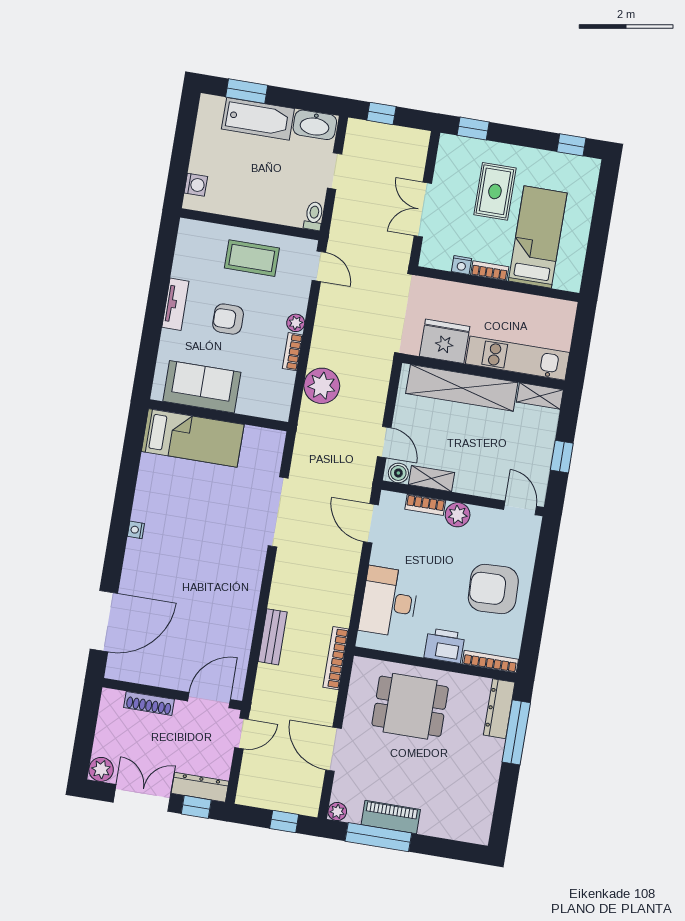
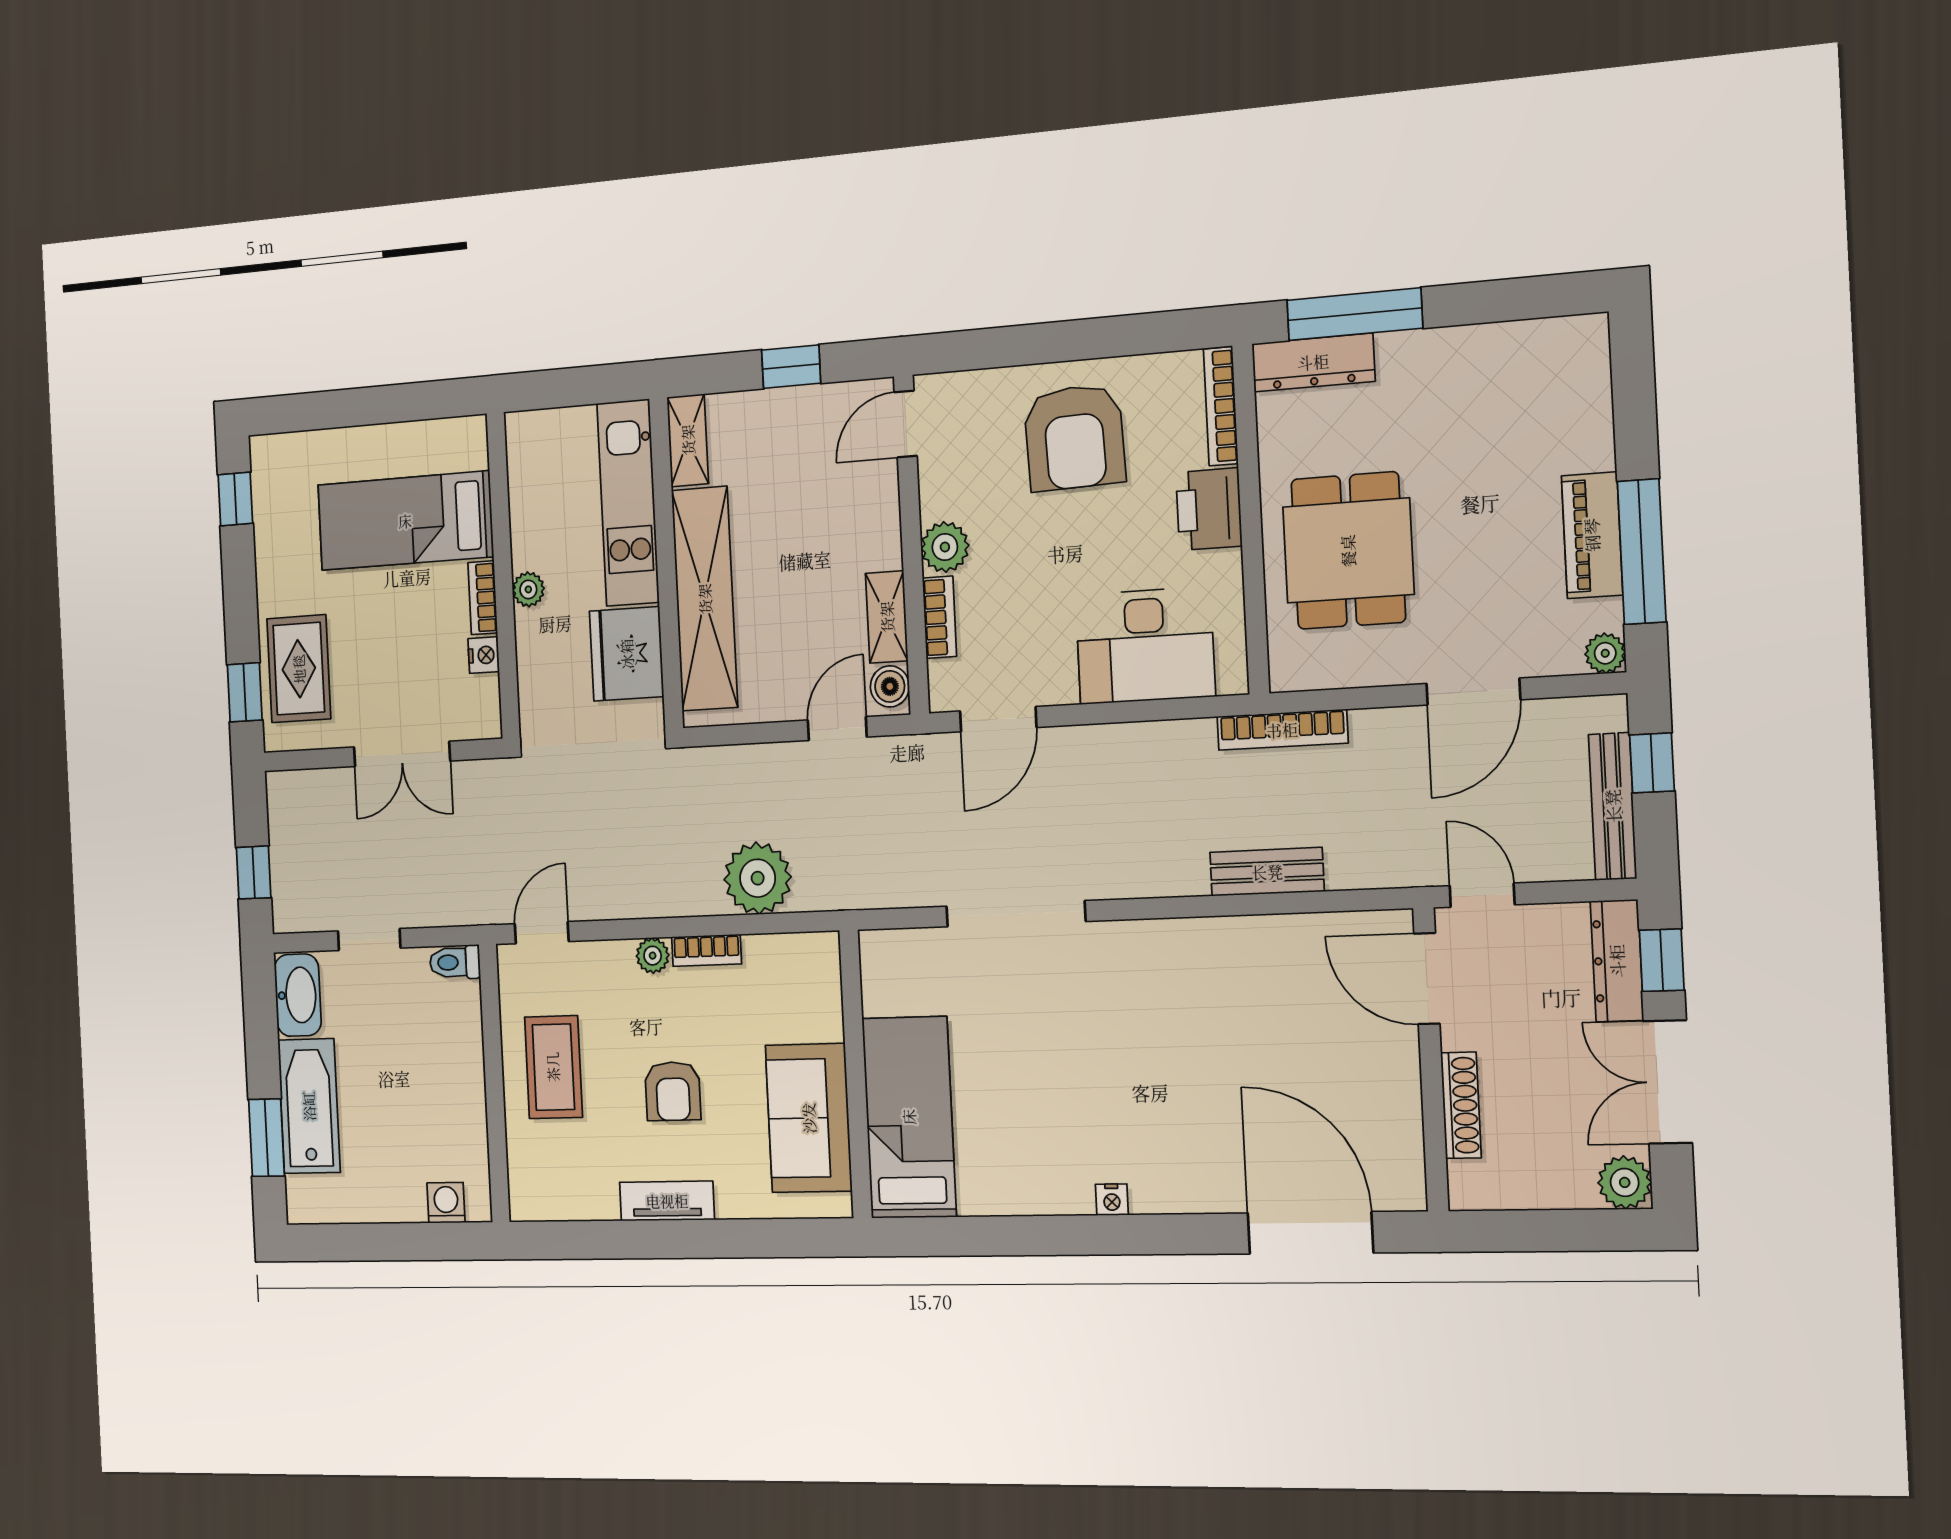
rug: (495, 191) -> (299, 669), moved, turned 90
plant: (488, 296) -> (528, 589), added
bench: (269, 800) -> (1613, 806), added

